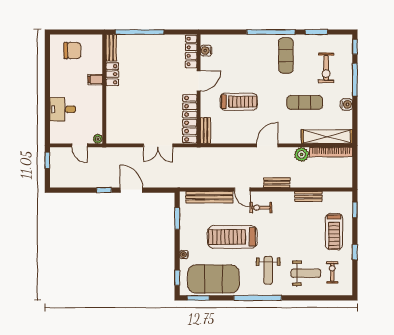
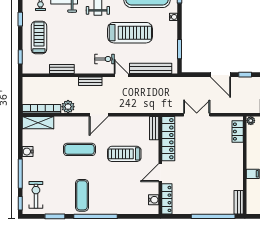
exercise bike: (326, 68) -> (36, 195), moved
locker: (112, 74) -> (238, 132), moved
exercise mat: (305, 102) -> (79, 149), moved
shelving: (327, 137) -> (38, 123), width x0.68

